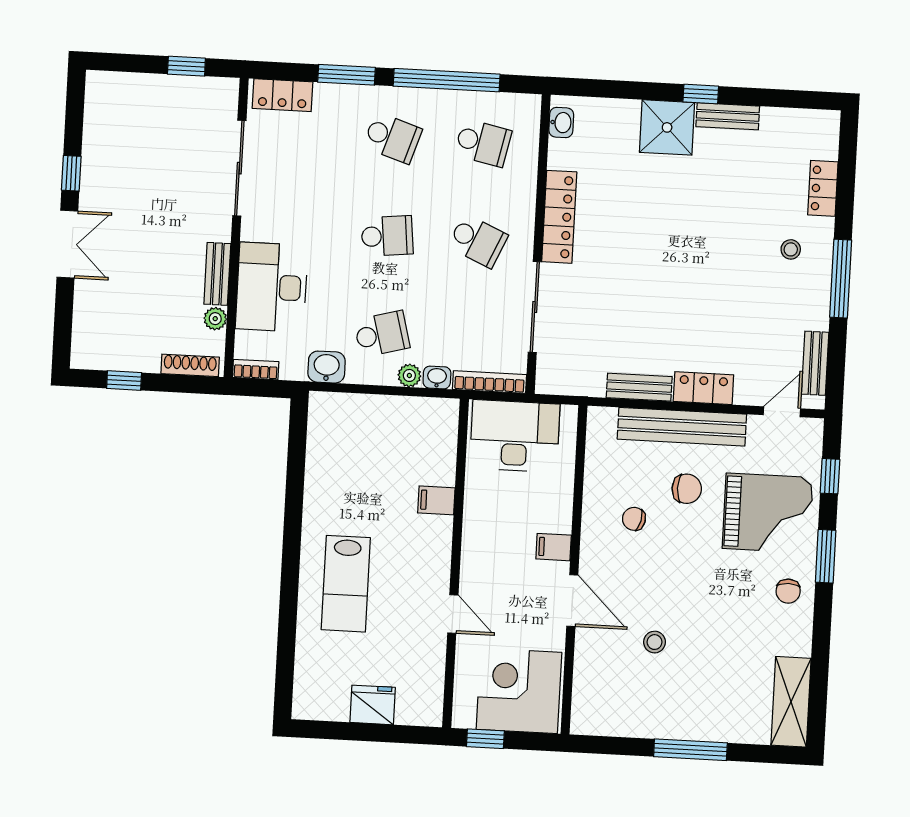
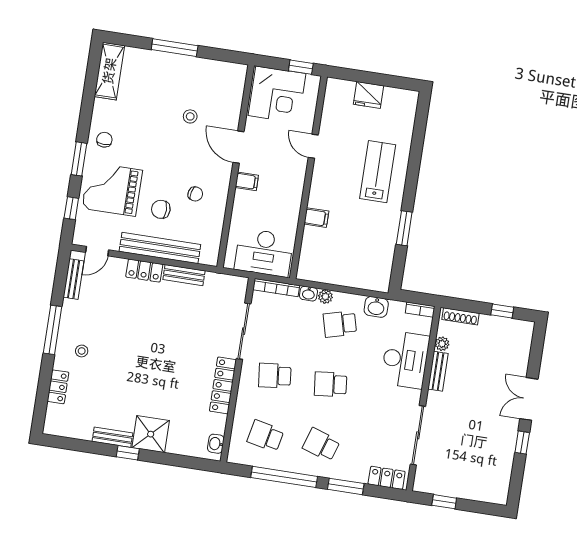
school desk: (478, 241) -> (275, 376), turned -30
window: (294, 497) -> (404, 228), added

